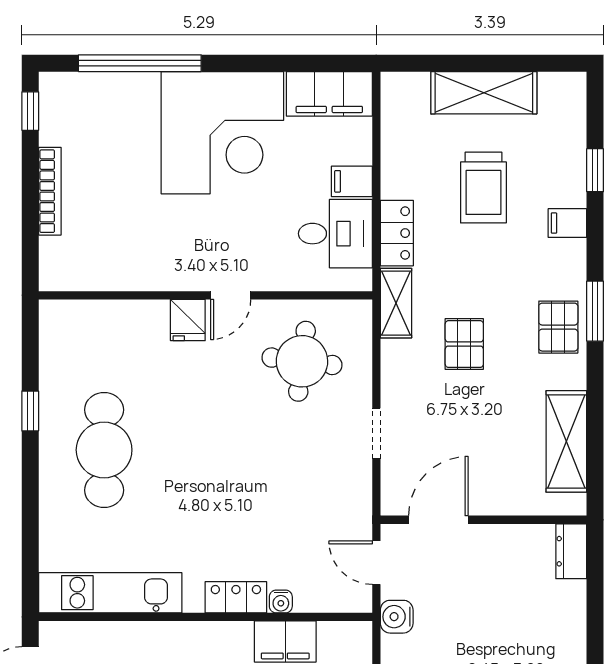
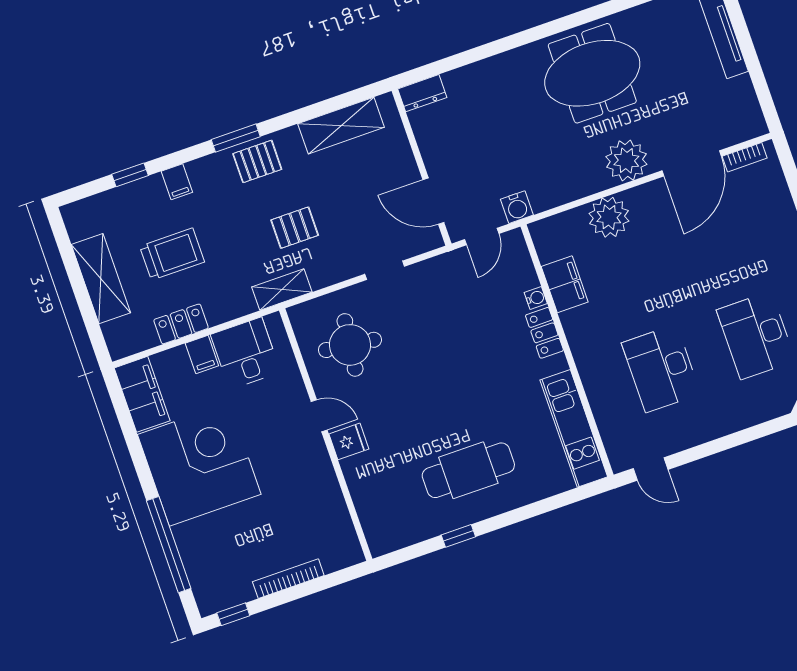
locker: (397, 233) -> (181, 324), moved

